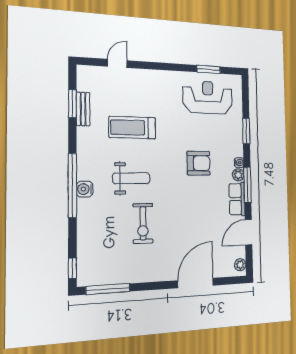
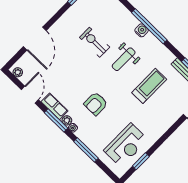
window: (246, 131) -> (86, 150), width x1.44

